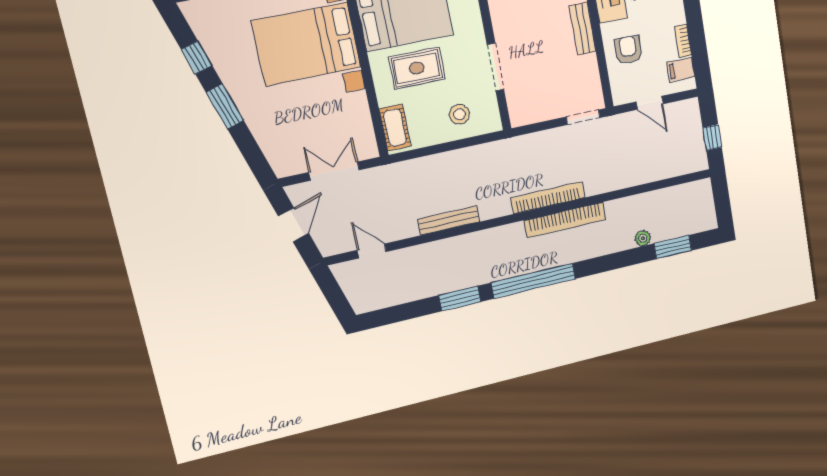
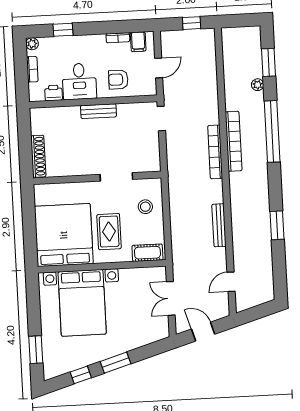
window: (533, 281) -> (272, 131), moved

